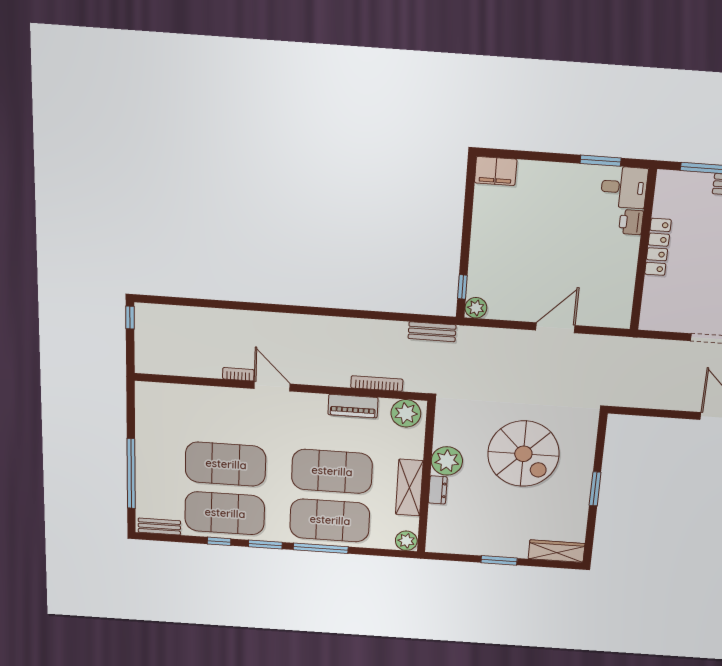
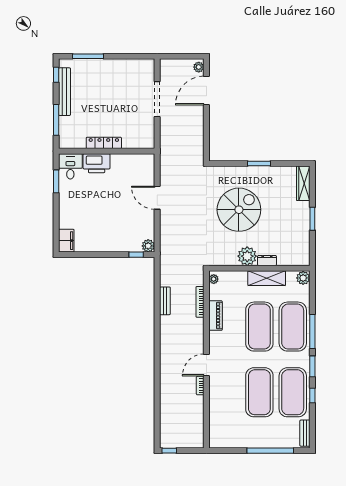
printer: (631, 222) -> (97, 163), width x1.87, depth x1.48
bench: (432, 332) -> (165, 301), moved
plant: (406, 413) -> (214, 279), width x0.53, depth x0.53

